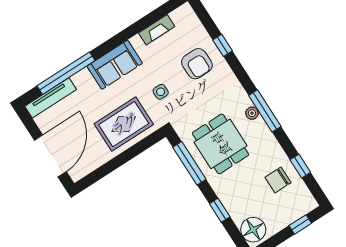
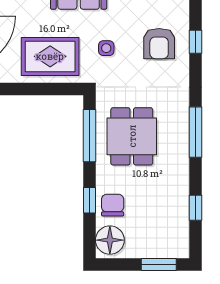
plant: (252, 113) -> (182, 126), removed
chair: (278, 180) -> (113, 205), moved, turned 90
window: (300, 224) -> (159, 264), width x1.50

